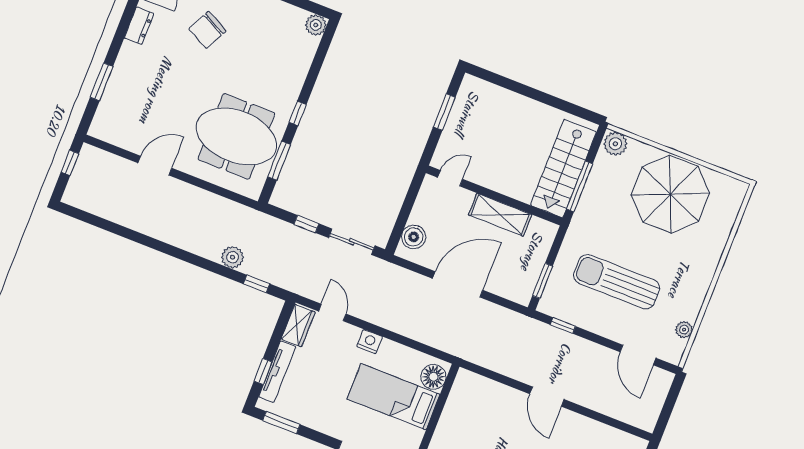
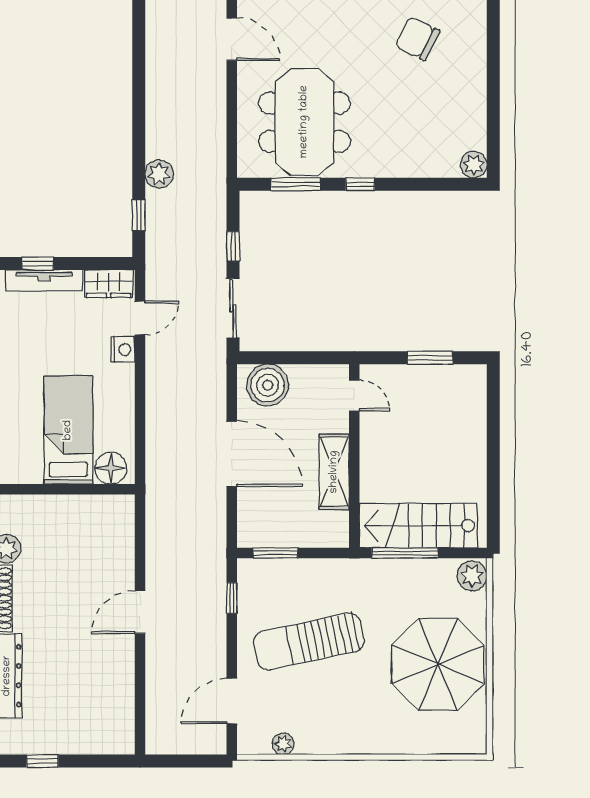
boiler: (414, 237) -> (268, 385), width x1.37, depth x1.37
sun lounger: (617, 282) -> (309, 641), turned -102
nightstand: (370, 342) -> (123, 349), moved

